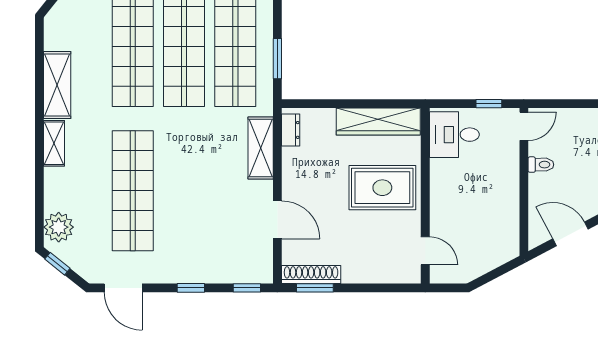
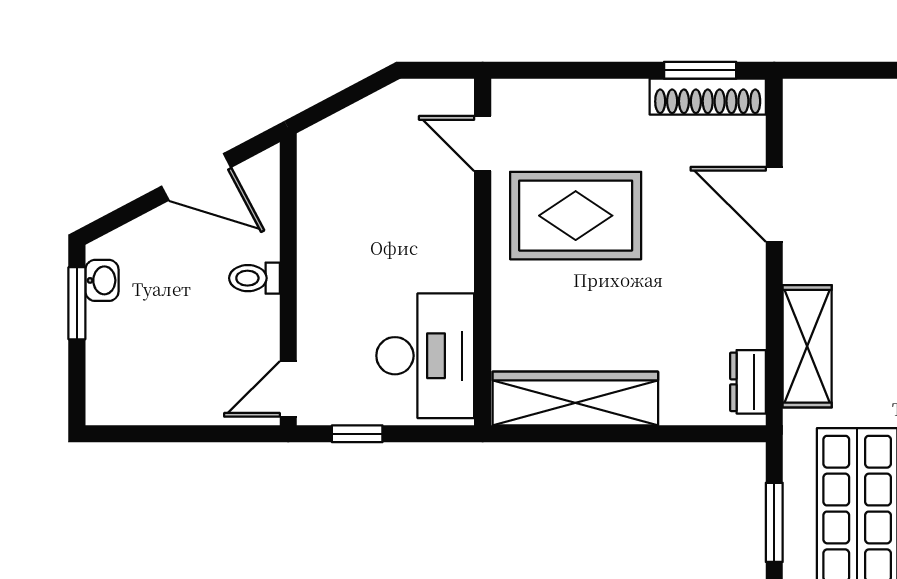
desk: (454, 135) -> (425, 356), width x1.37
toilet: (541, 165) -> (254, 278), moved
rug: (382, 188) -> (576, 216), moved
window: (247, 288) -> (834, 70), removed

